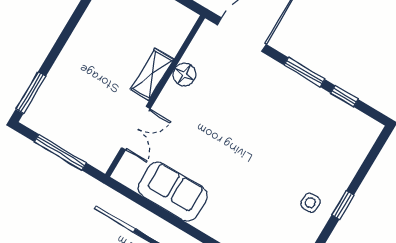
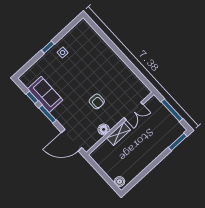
armchair: (214, 126) -> (97, 101), added
double door: (136, 128) -> (134, 111), swing flipped
sofa: (173, 192) -> (45, 94), moved, turned 180

